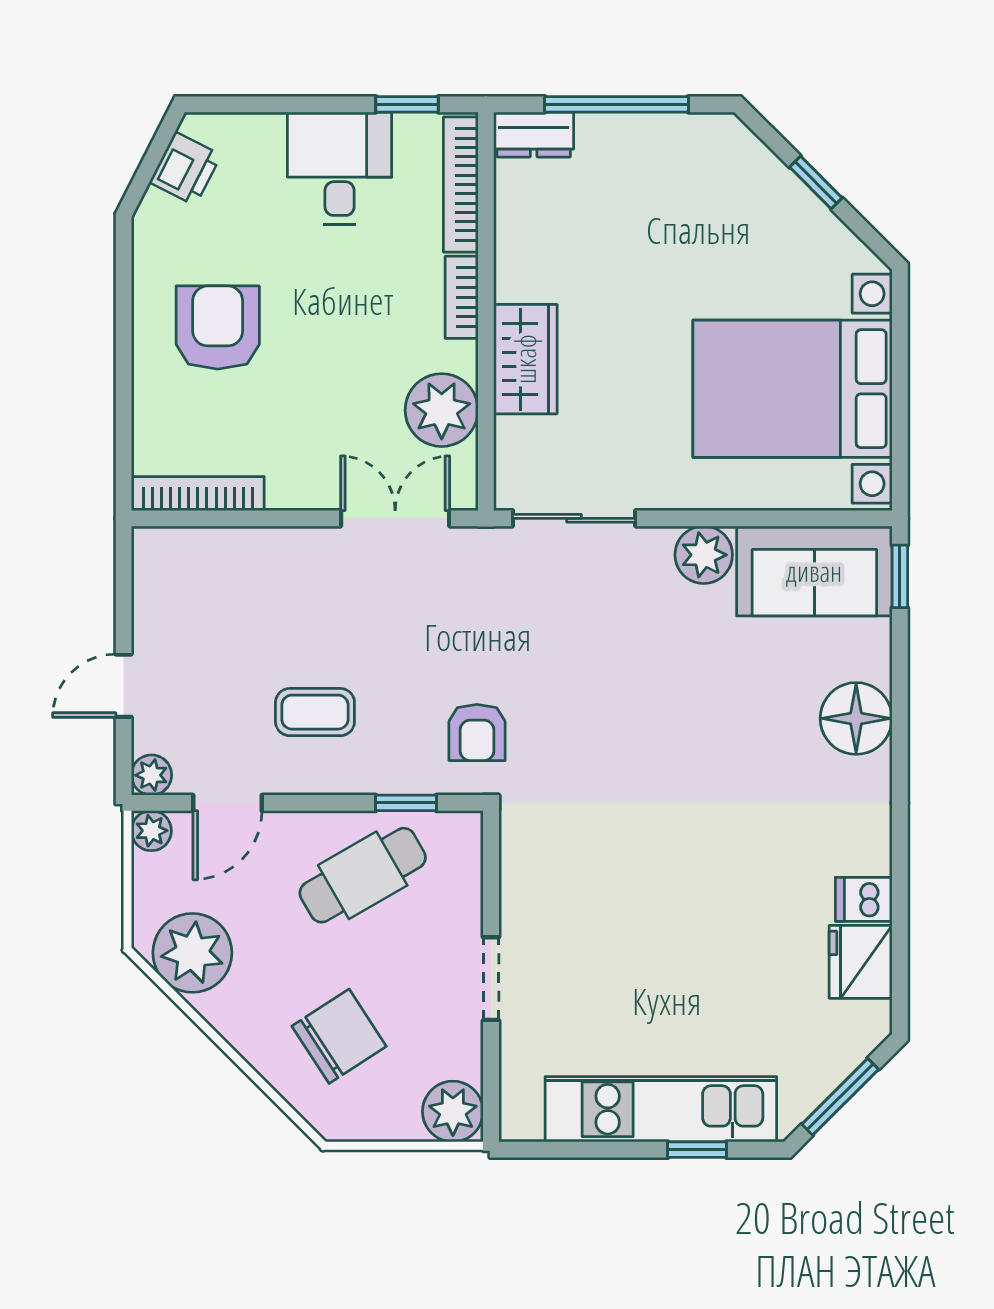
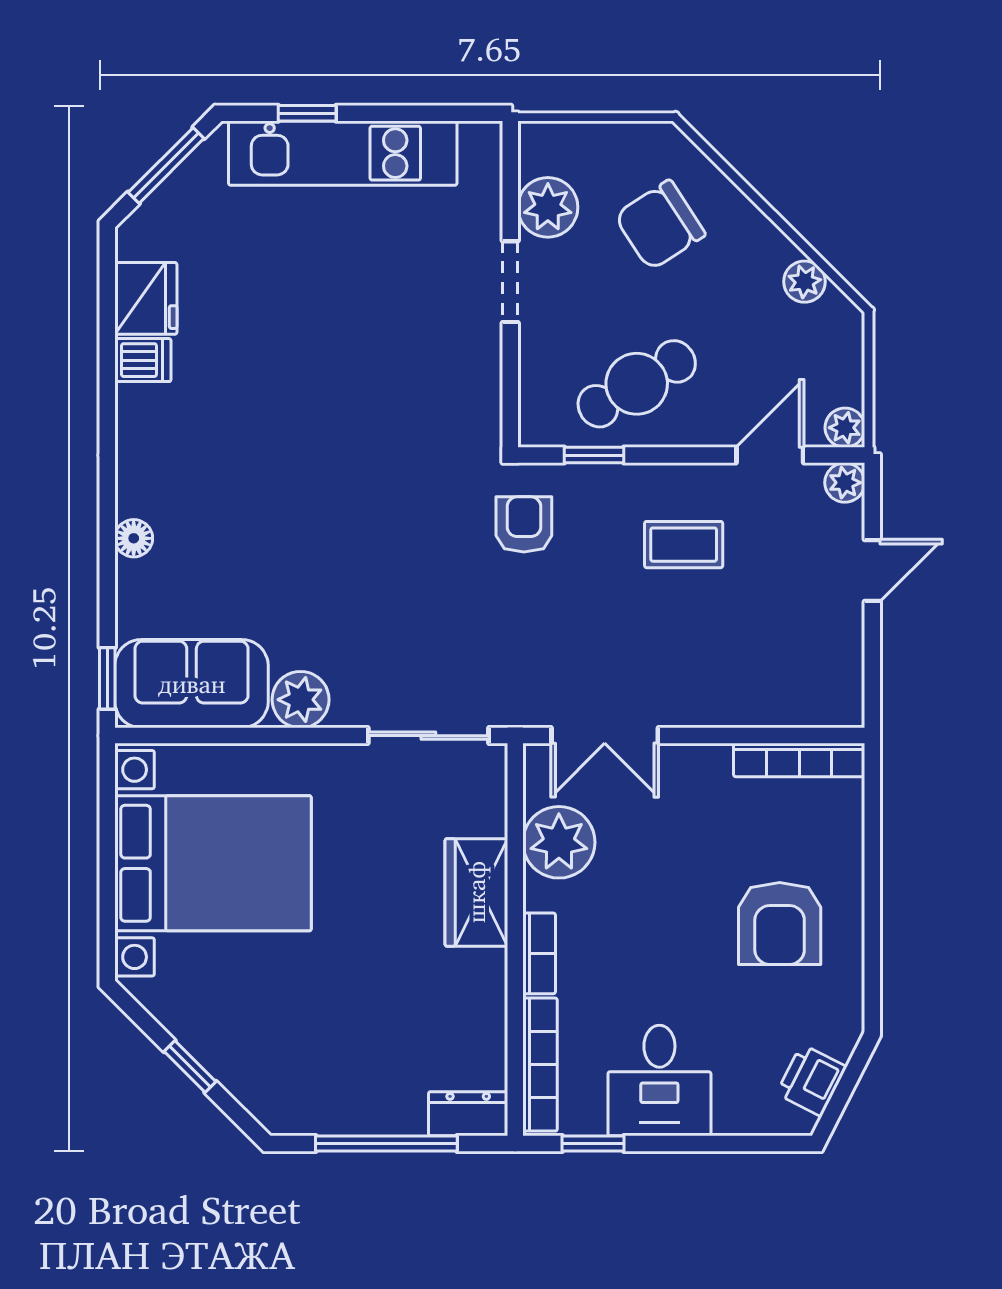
floor lamp: (856, 718) -> (134, 538), width x0.53, depth x0.53
plant: (192, 953) -> (804, 282), width x0.53, depth x0.53
plant: (453, 1111) -> (548, 207), moved

